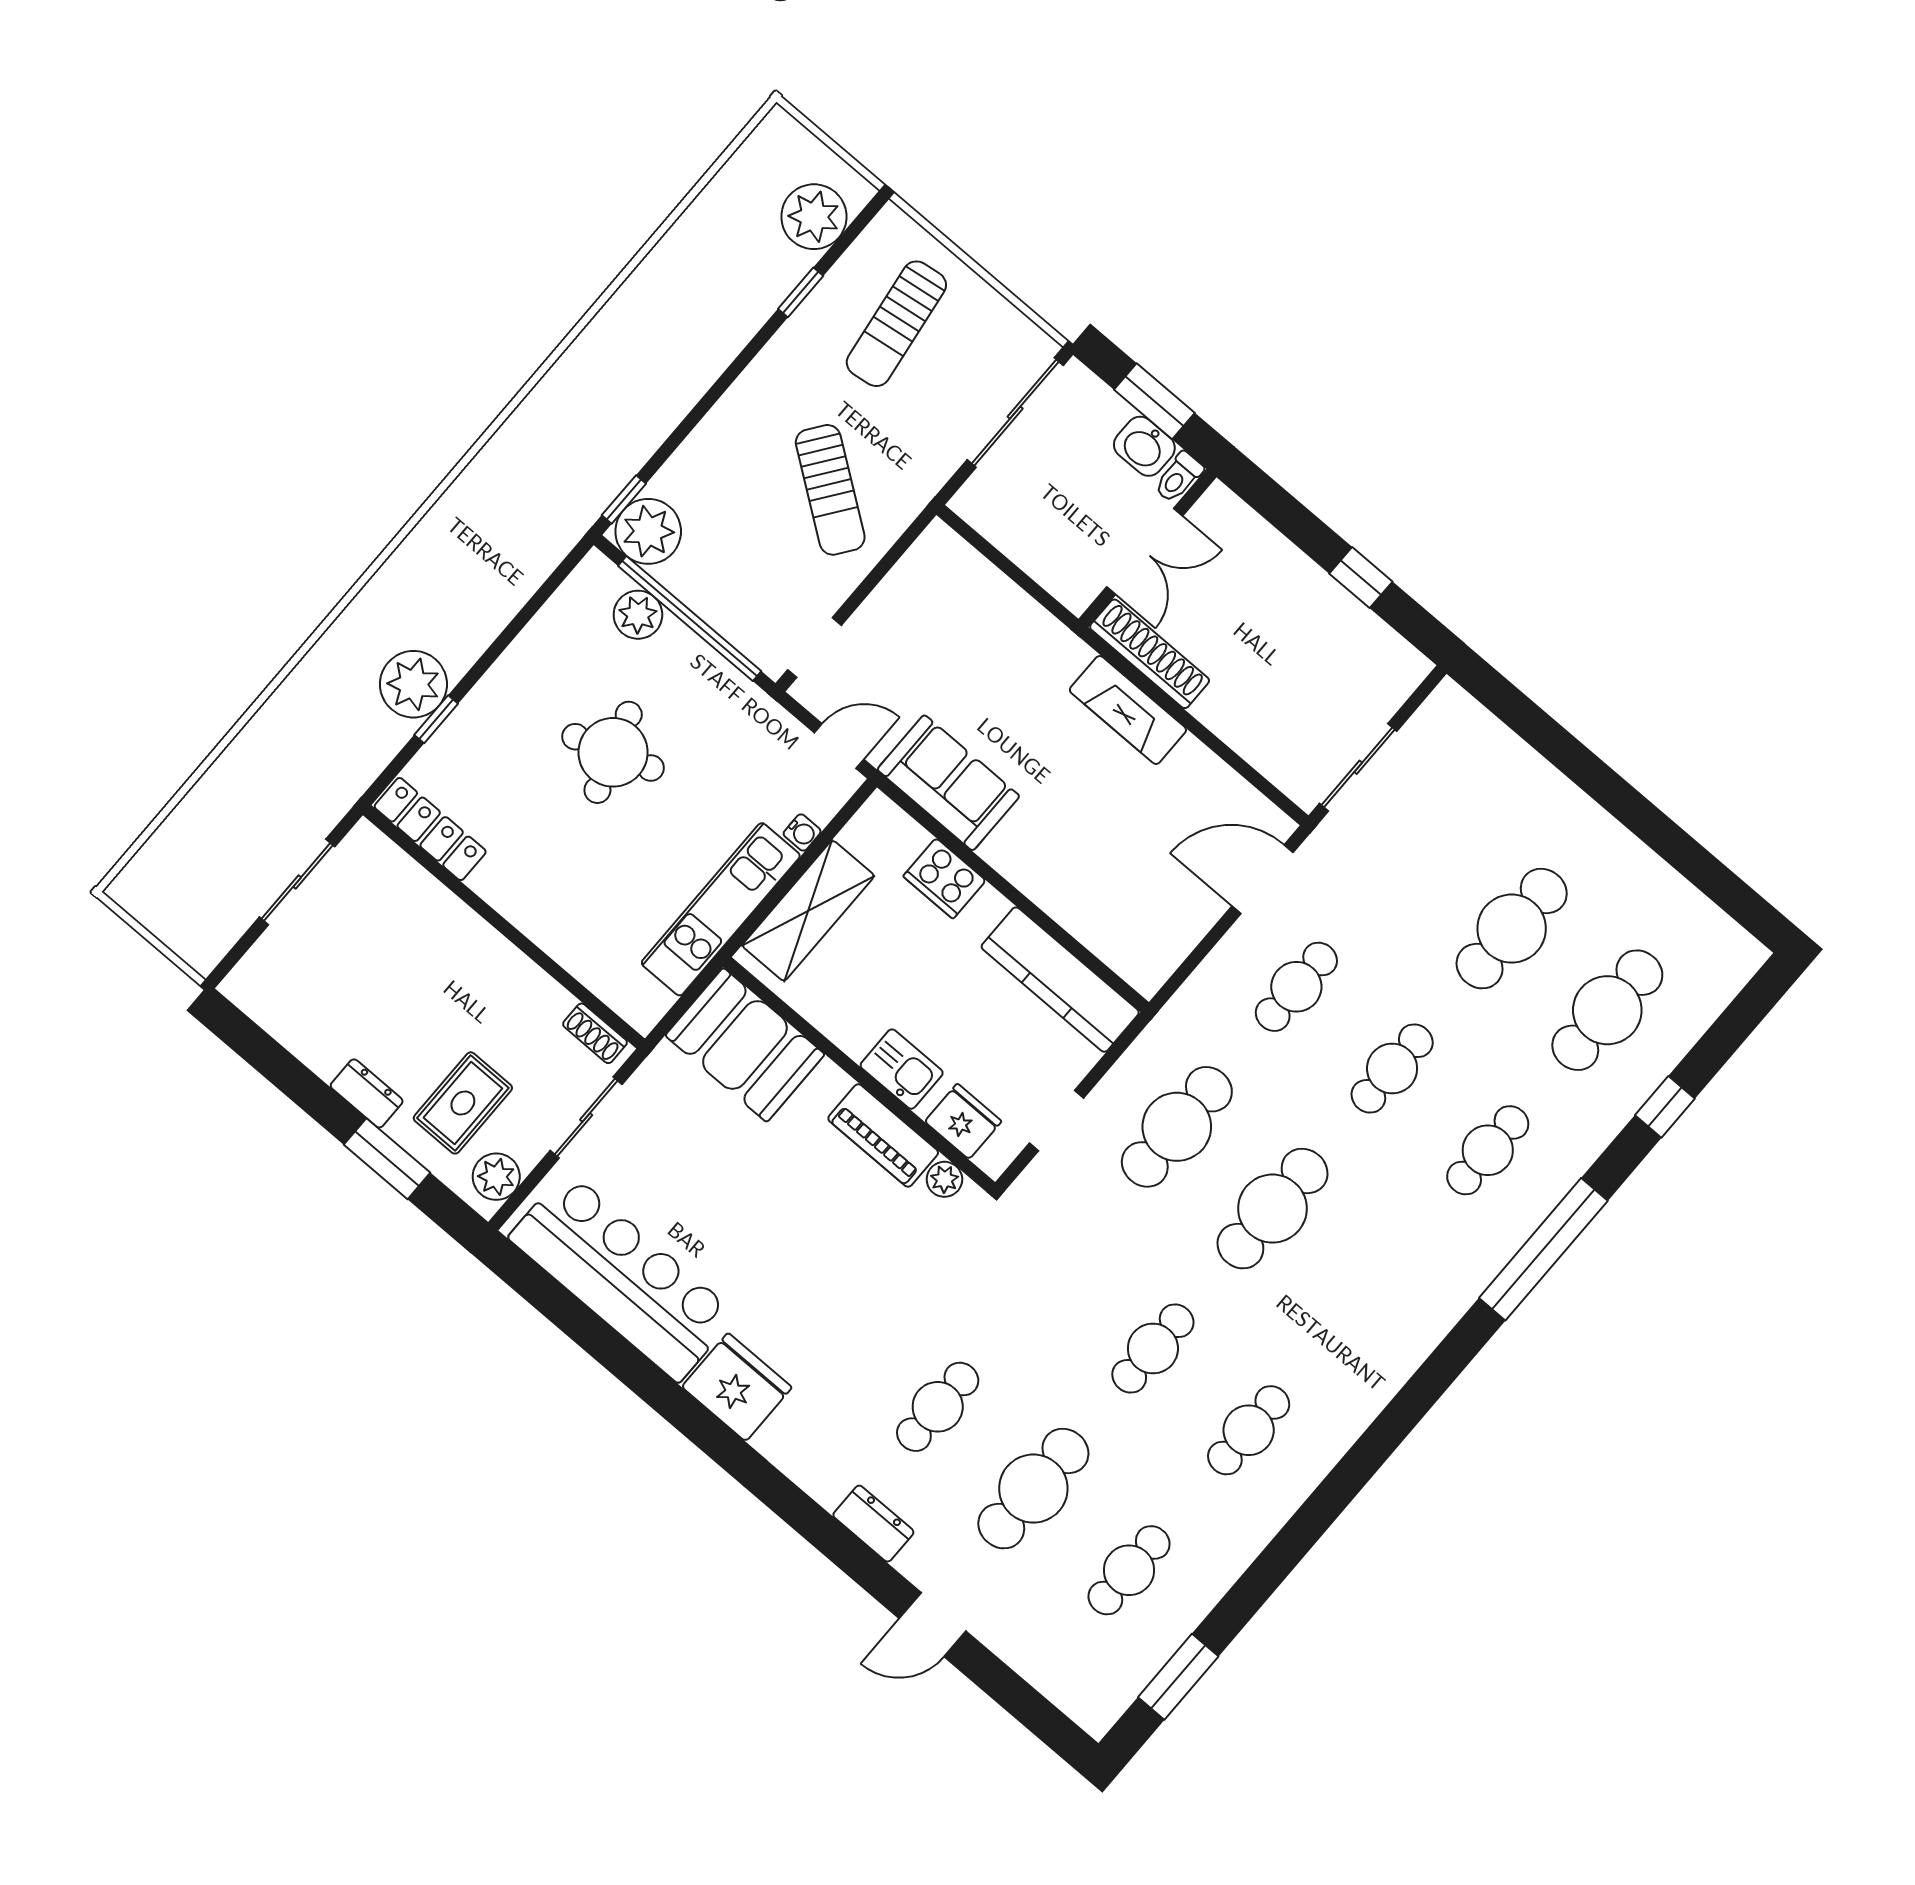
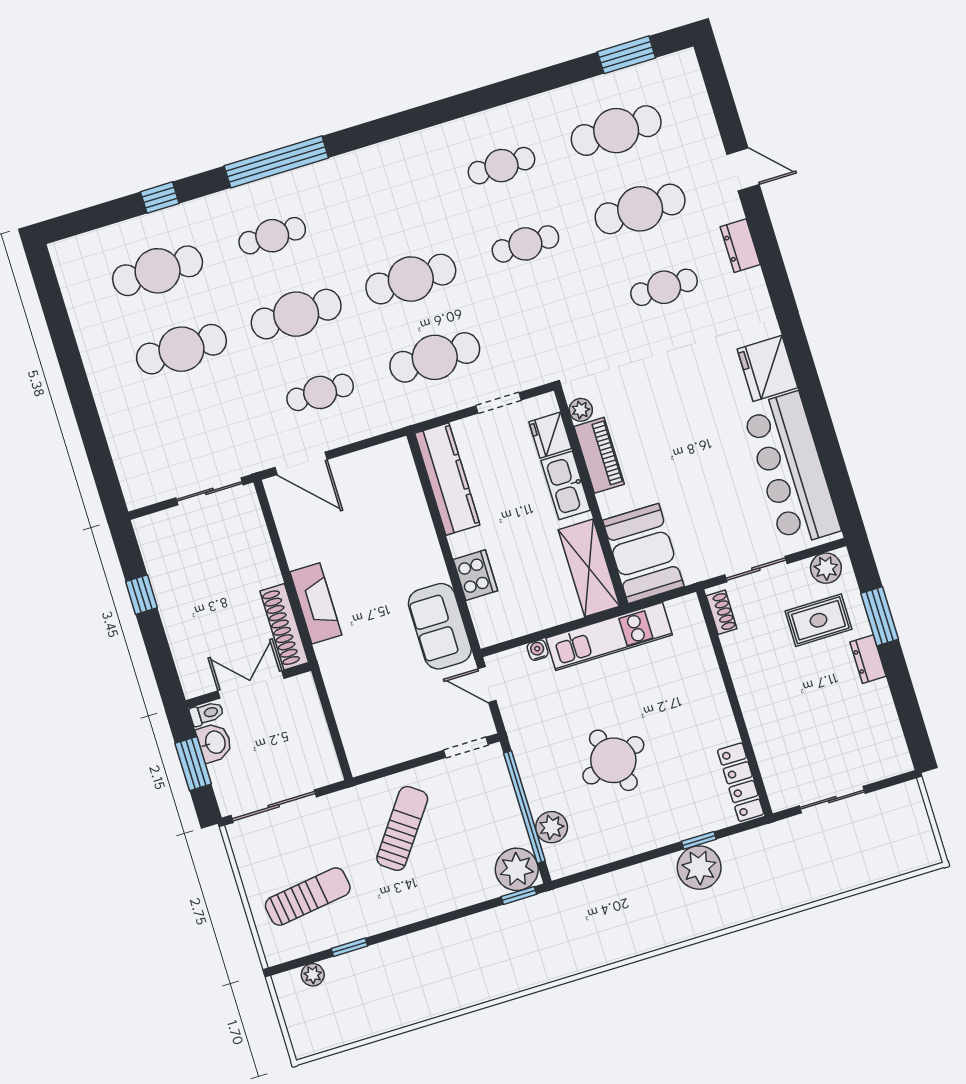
plant: (814, 217) -> (313, 975), width x0.53, depth x0.53
shelving: (808, 911) -> (589, 568), moved, turned 90
kitchen sink: (902, 1069) -> (566, 485), width x1.38
cafe table: (1392, 1069) -> (296, 314), width x1.37, depth x1.35
cafe table: (1129, 1570) -> (616, 131), width x1.37, depth x1.35

